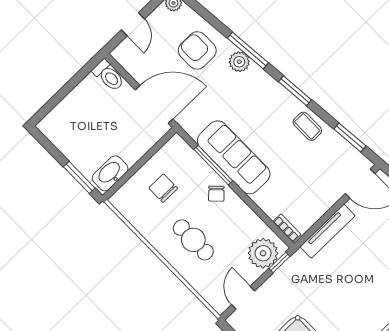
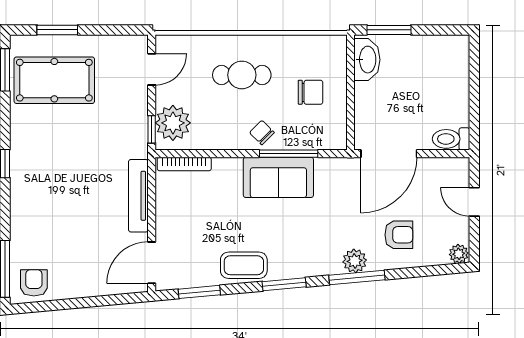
armchair: (197, 50) -> (399, 235), width x0.72, depth x0.72
coffee table: (307, 126) -> (244, 265), width x1.36, depth x1.30
sofa: (234, 157) -> (278, 177), width x0.73
bookcase: (287, 228) -> (184, 164), width x1.56
door: (243, 298) -> (152, 69), hinge flipped

